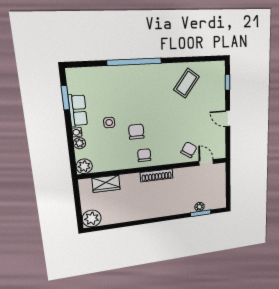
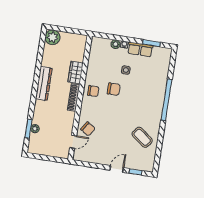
door: (228, 118) -> (117, 169), moved
plant: (84, 166) -> (97, 43), removed
wardrobe: (106, 184) -> (76, 72), moved
dresser: (148, 212) -> (44, 84), added

